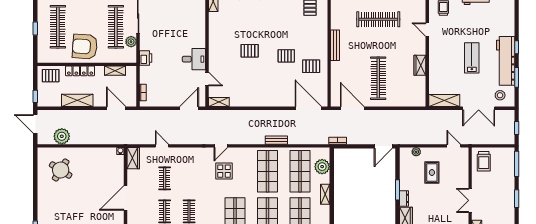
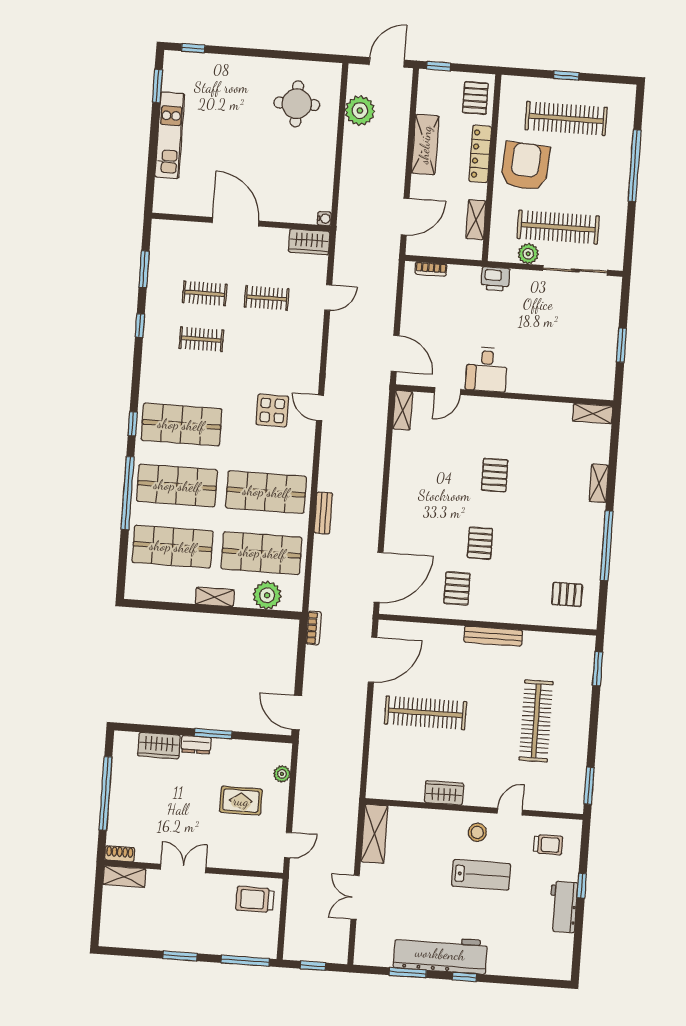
lab bench: (472, 58) -> (481, 875), moved
stool: (500, 95) -> (477, 832), moved
double door: (479, 108) -> (355, 897), width x0.73
round table: (61, 170) -> (297, 104), turned -32

